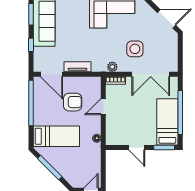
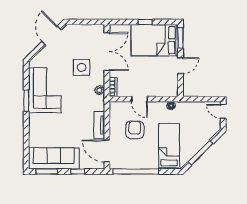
door: (52, 74) -> (107, 151), swing flipped
window: (180, 112) -> (145, 22), width x0.32
bed: (167, 122) -> (155, 40), width x1.50

